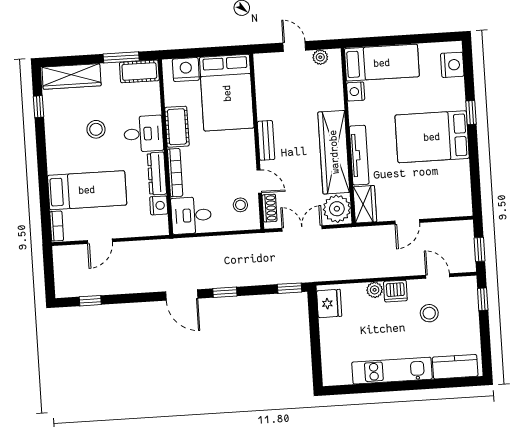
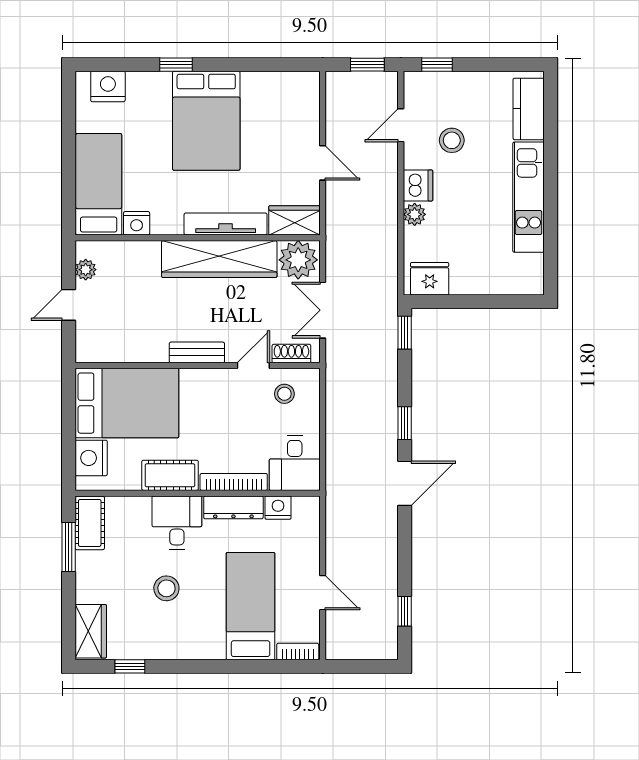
wardrobe: (72, 76) -> (91, 631), width x0.67

